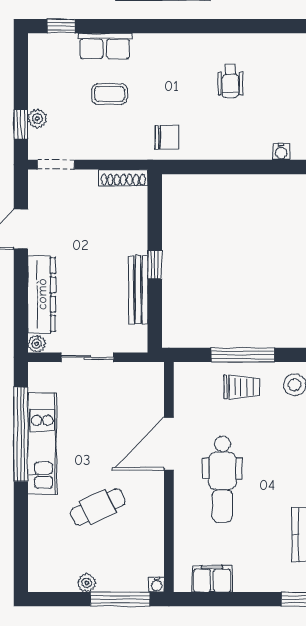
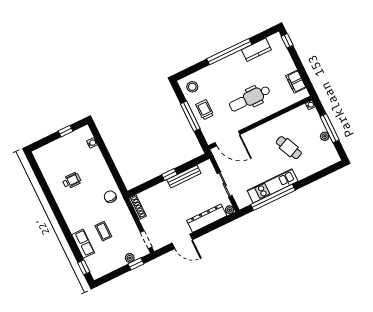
door: (169, 444) -> (228, 138), moved
dental chair: (222, 479) -> (250, 98), turned 180
window: (120, 599) -> (330, 128), moved

